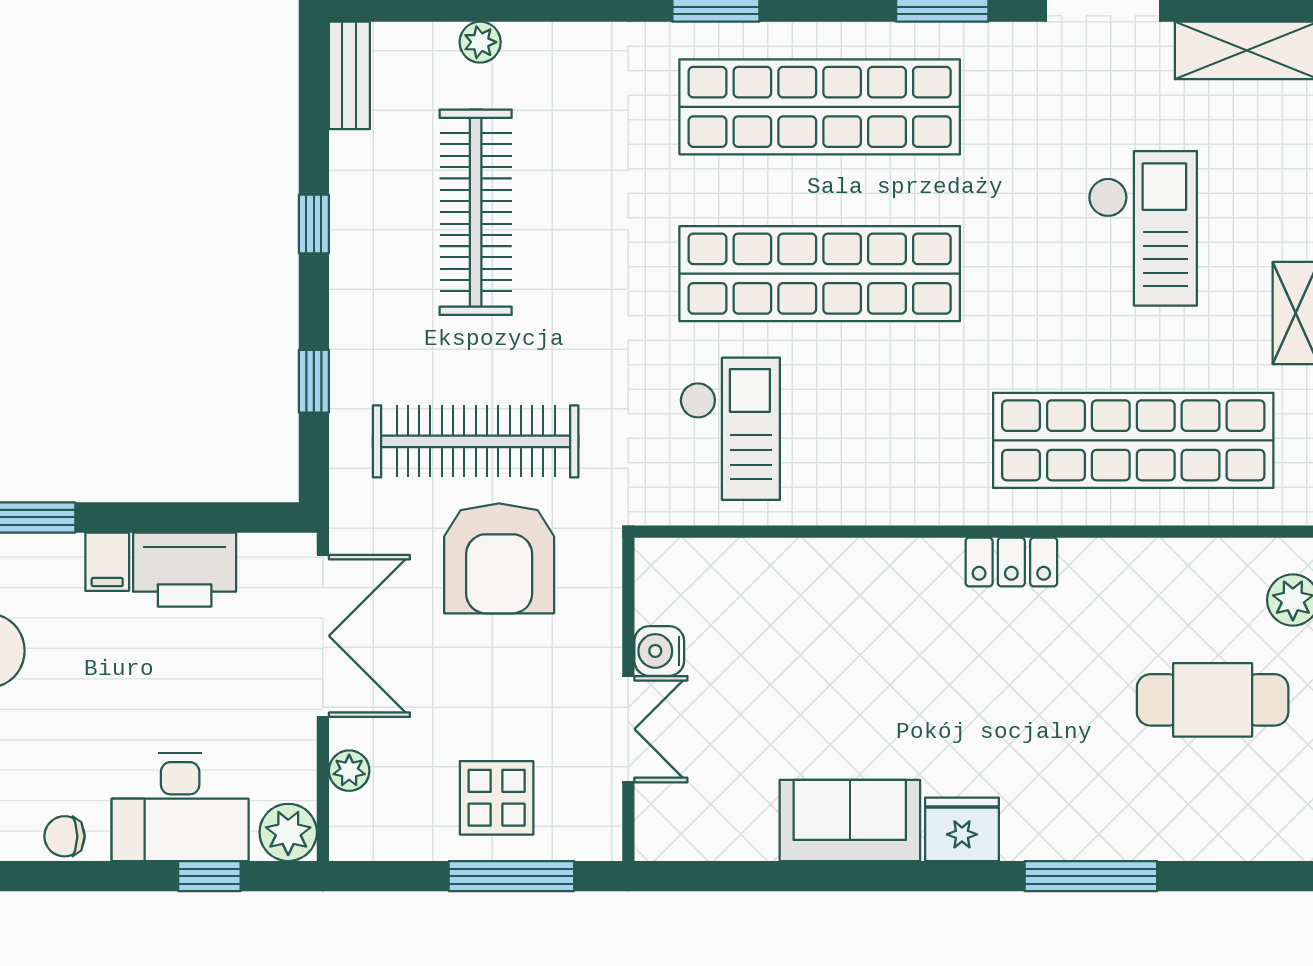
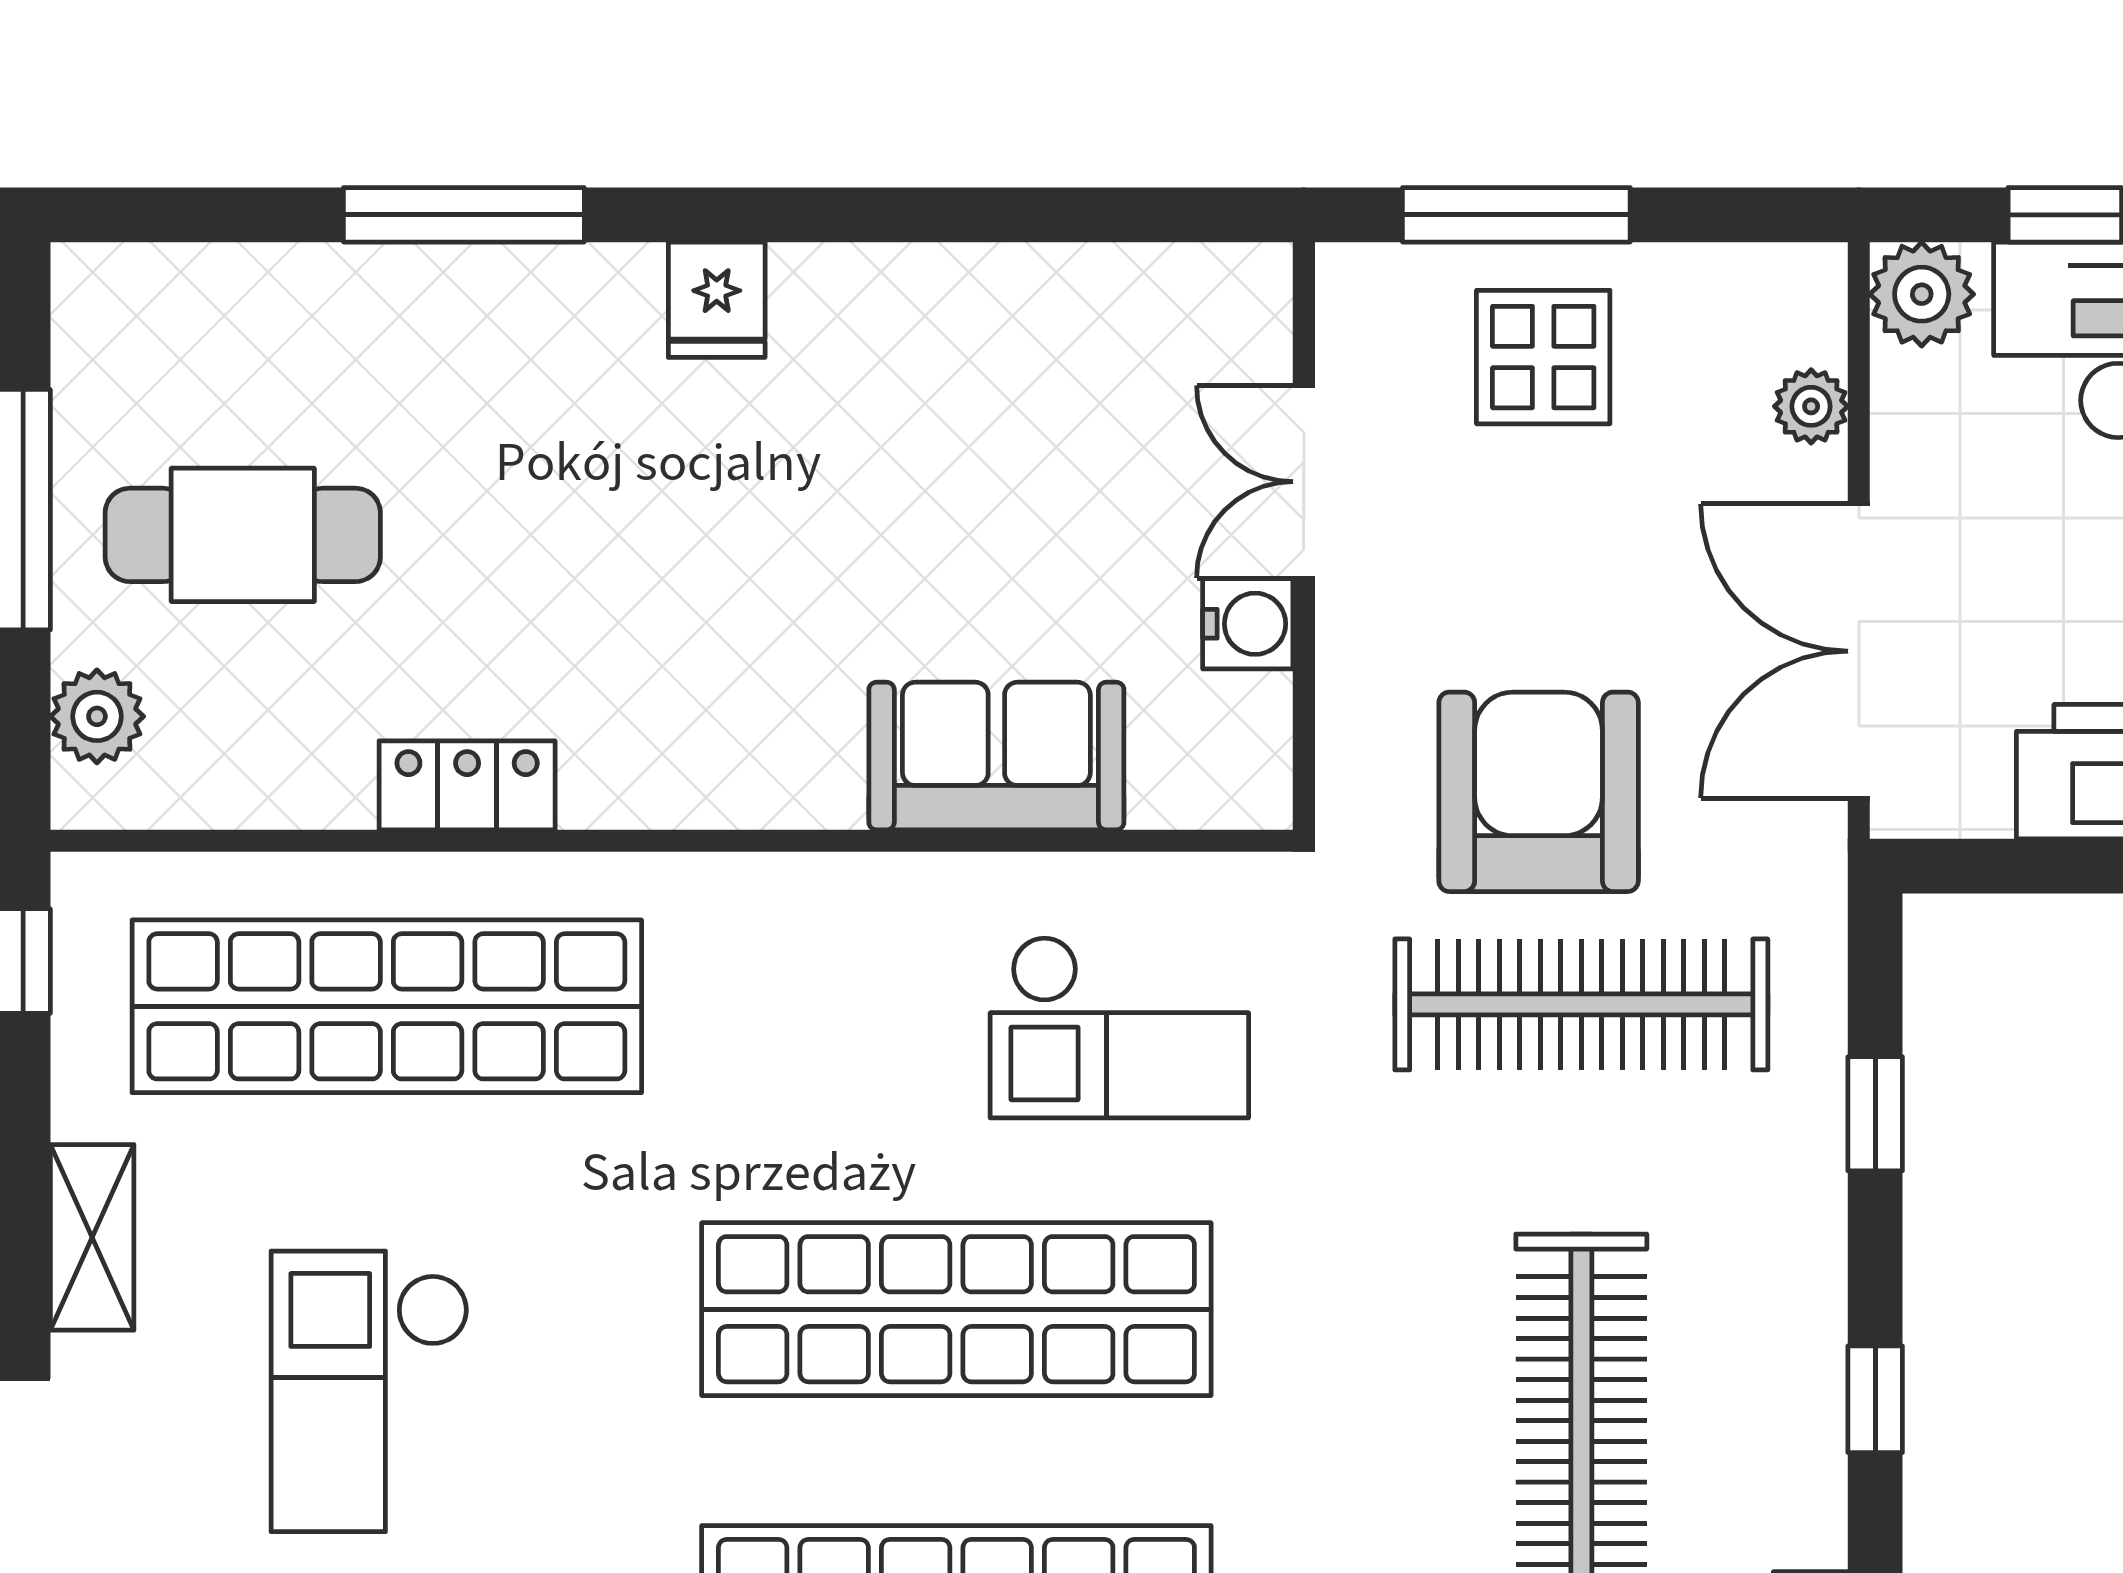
checkout: (730, 429) -> (1119, 1027), turned -90
locker: (1011, 562) -> (467, 785), moved
sofa: (850, 820) -> (996, 756), moved, turned 180
fridge: (962, 829) -> (717, 300), width x0.72

